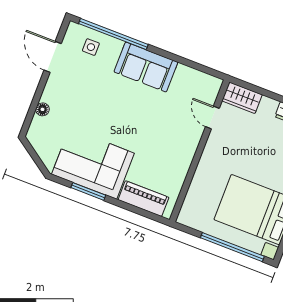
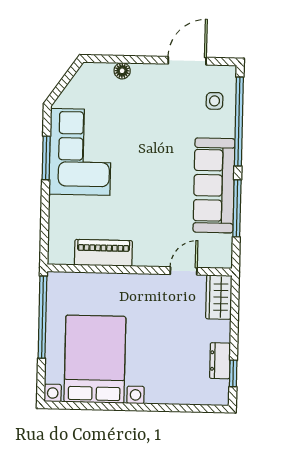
window: (179, 59) -> (237, 208), added
sofa: (146, 67) -> (214, 185), width x1.36
piano: (143, 199) -> (103, 253), moved, turned -90
window: (232, 247) -> (42, 317), moved

